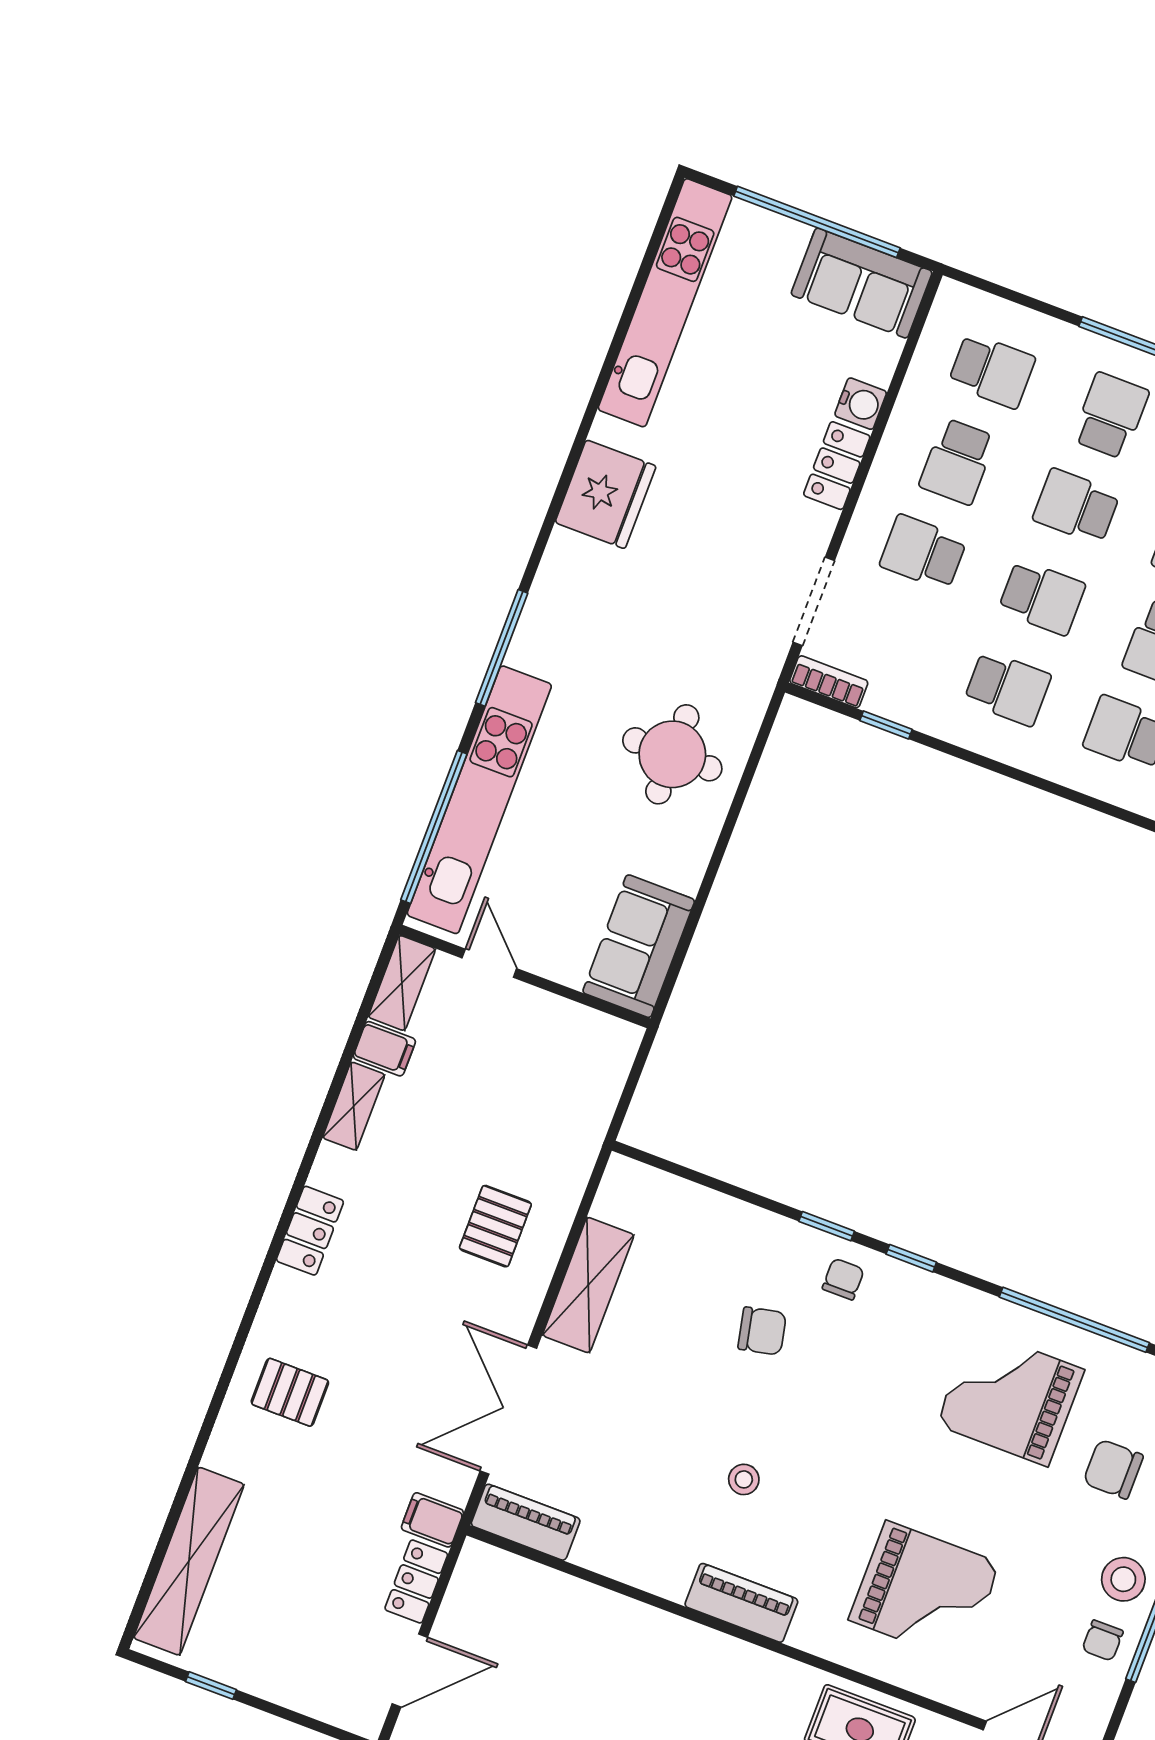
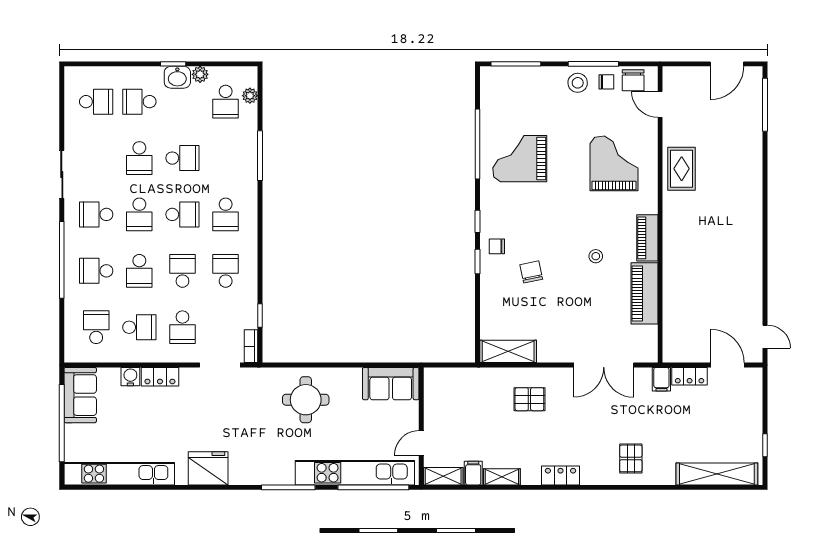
shelving: (588, 1285) -> (508, 351), moved
grand piano: (1010, 1397) -> (520, 159), turned 90
chair: (1113, 1469) -> (633, 80), moved
piano: (526, 1522) -> (644, 293), moved, width x1.37, depth x1.33

